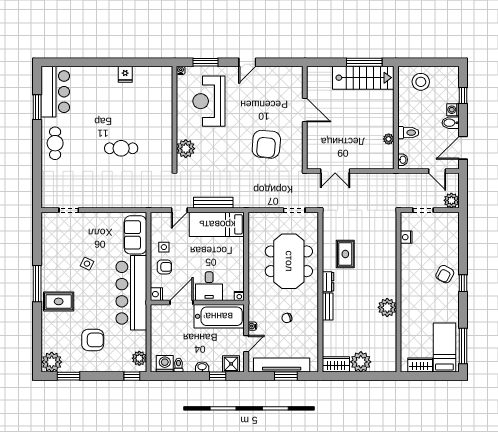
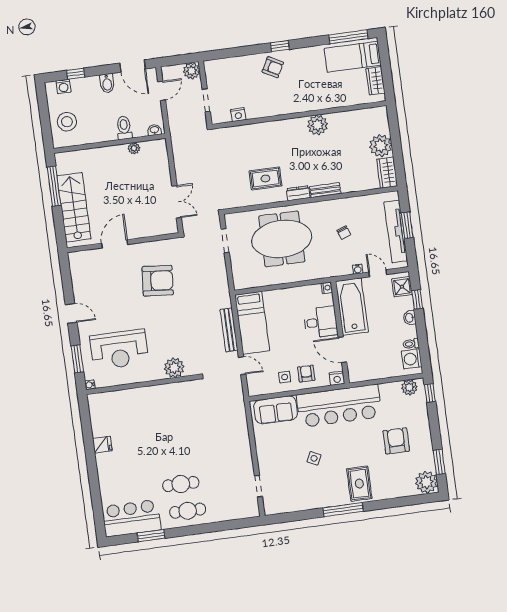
stairs: (363, 78) -> (74, 207), moved
washing machine: (453, 110) -> (63, 86), moved
cafe table: (121, 148) -> (181, 484), moved, turned 90

